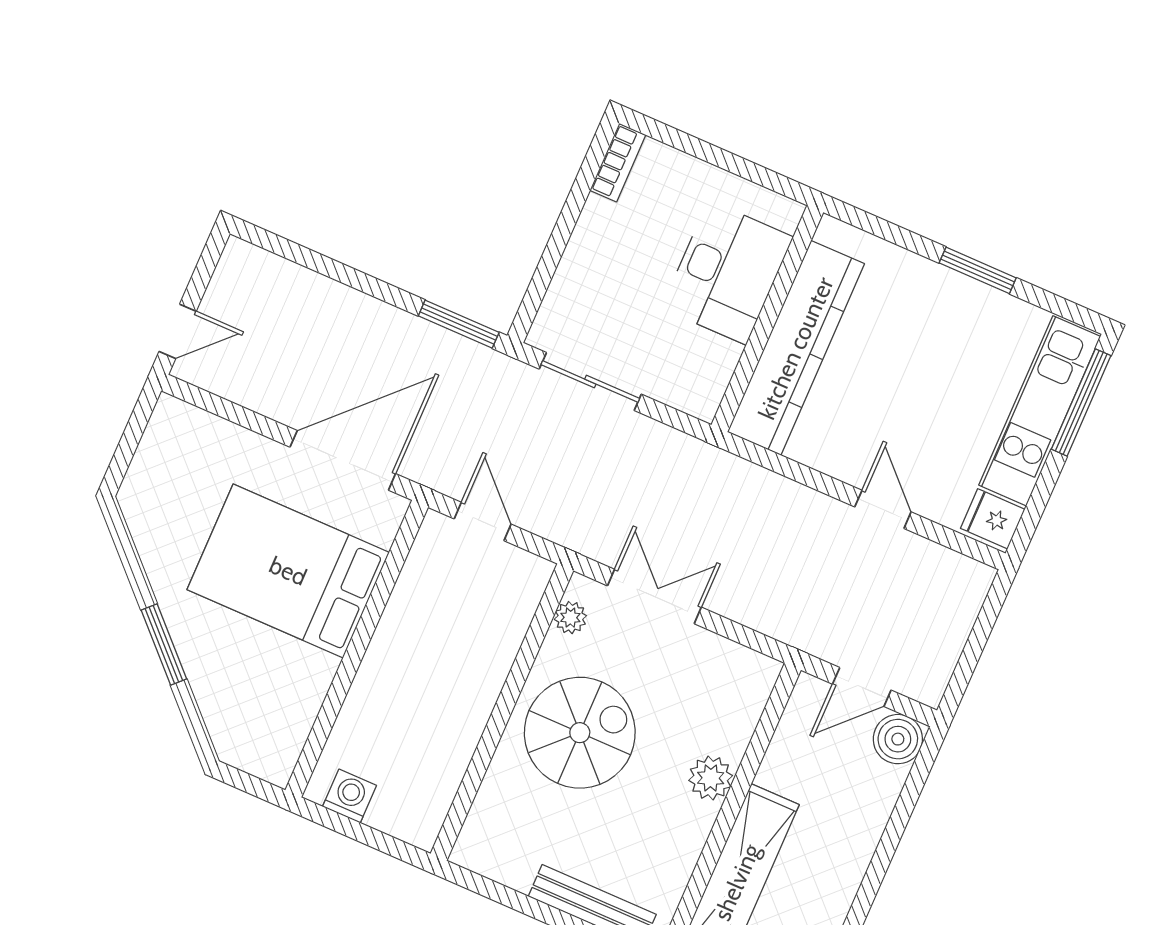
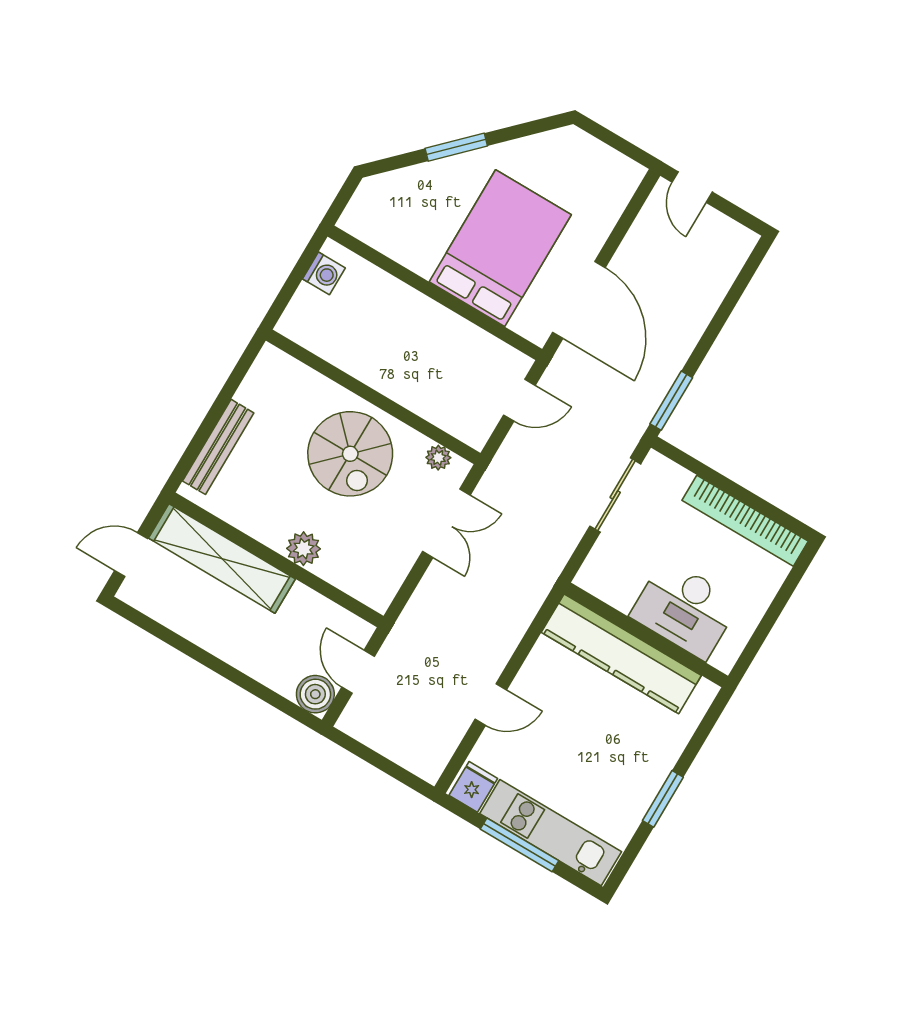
bookcase: (618, 163) -> (745, 521), width x2.31, depth x1.31
window: (1081, 402) -> (519, 845), moved

